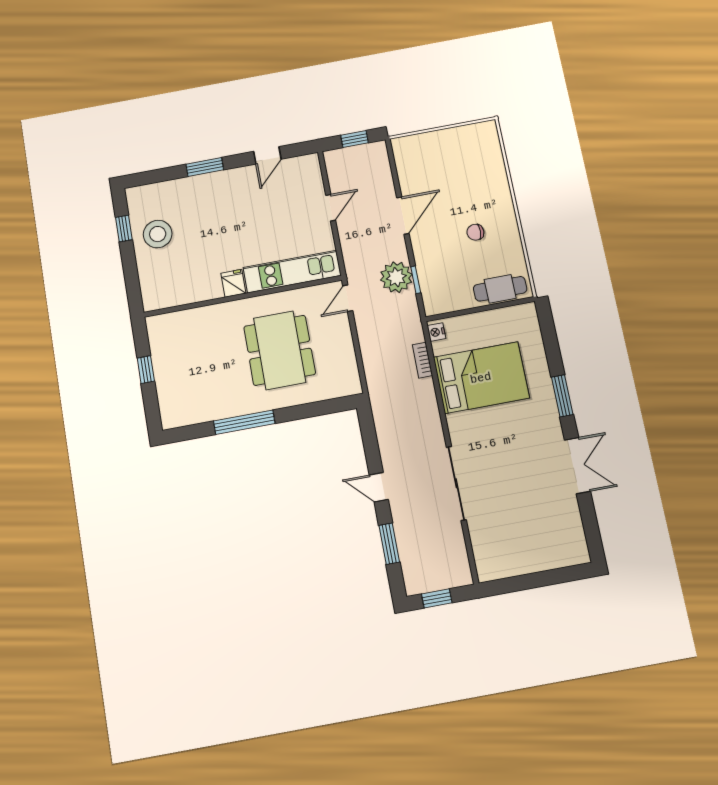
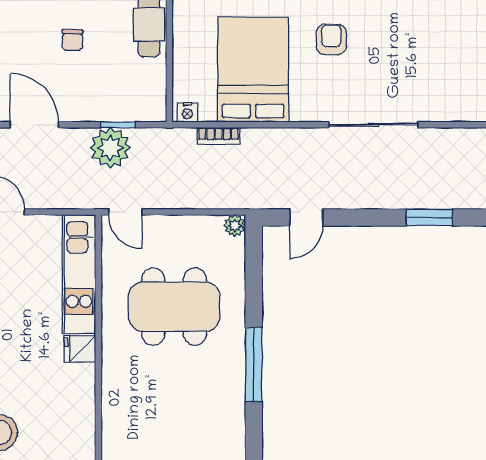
plant: (353, 386) -> (235, 226), added
armchair: (519, 436) -> (331, 39), added
door: (379, 487) -> (306, 217), moved

